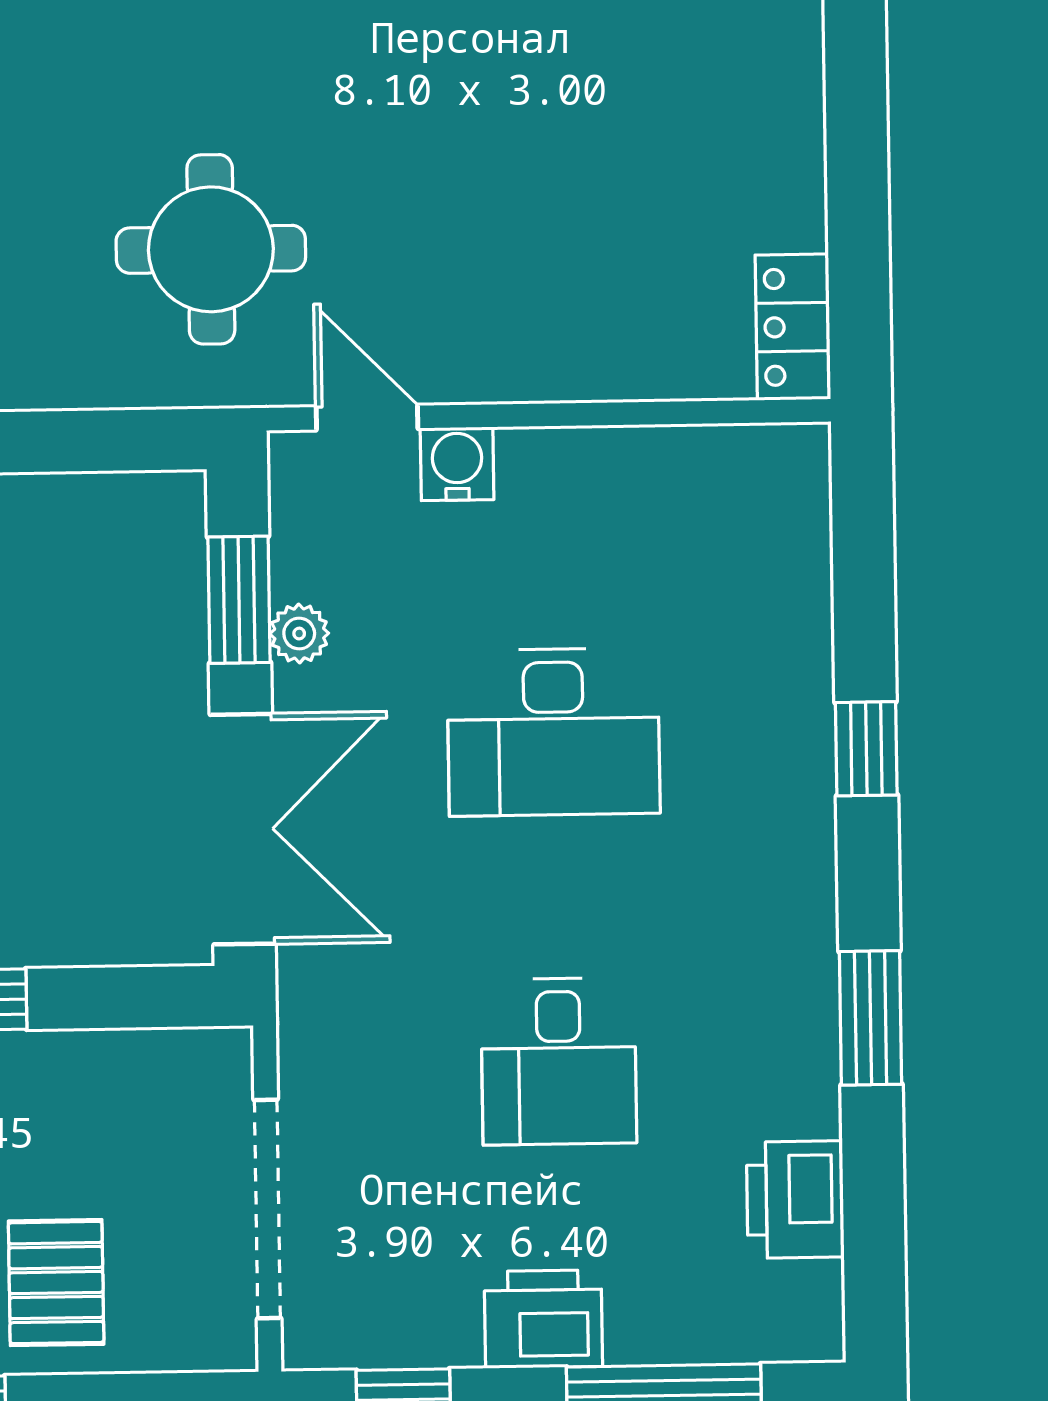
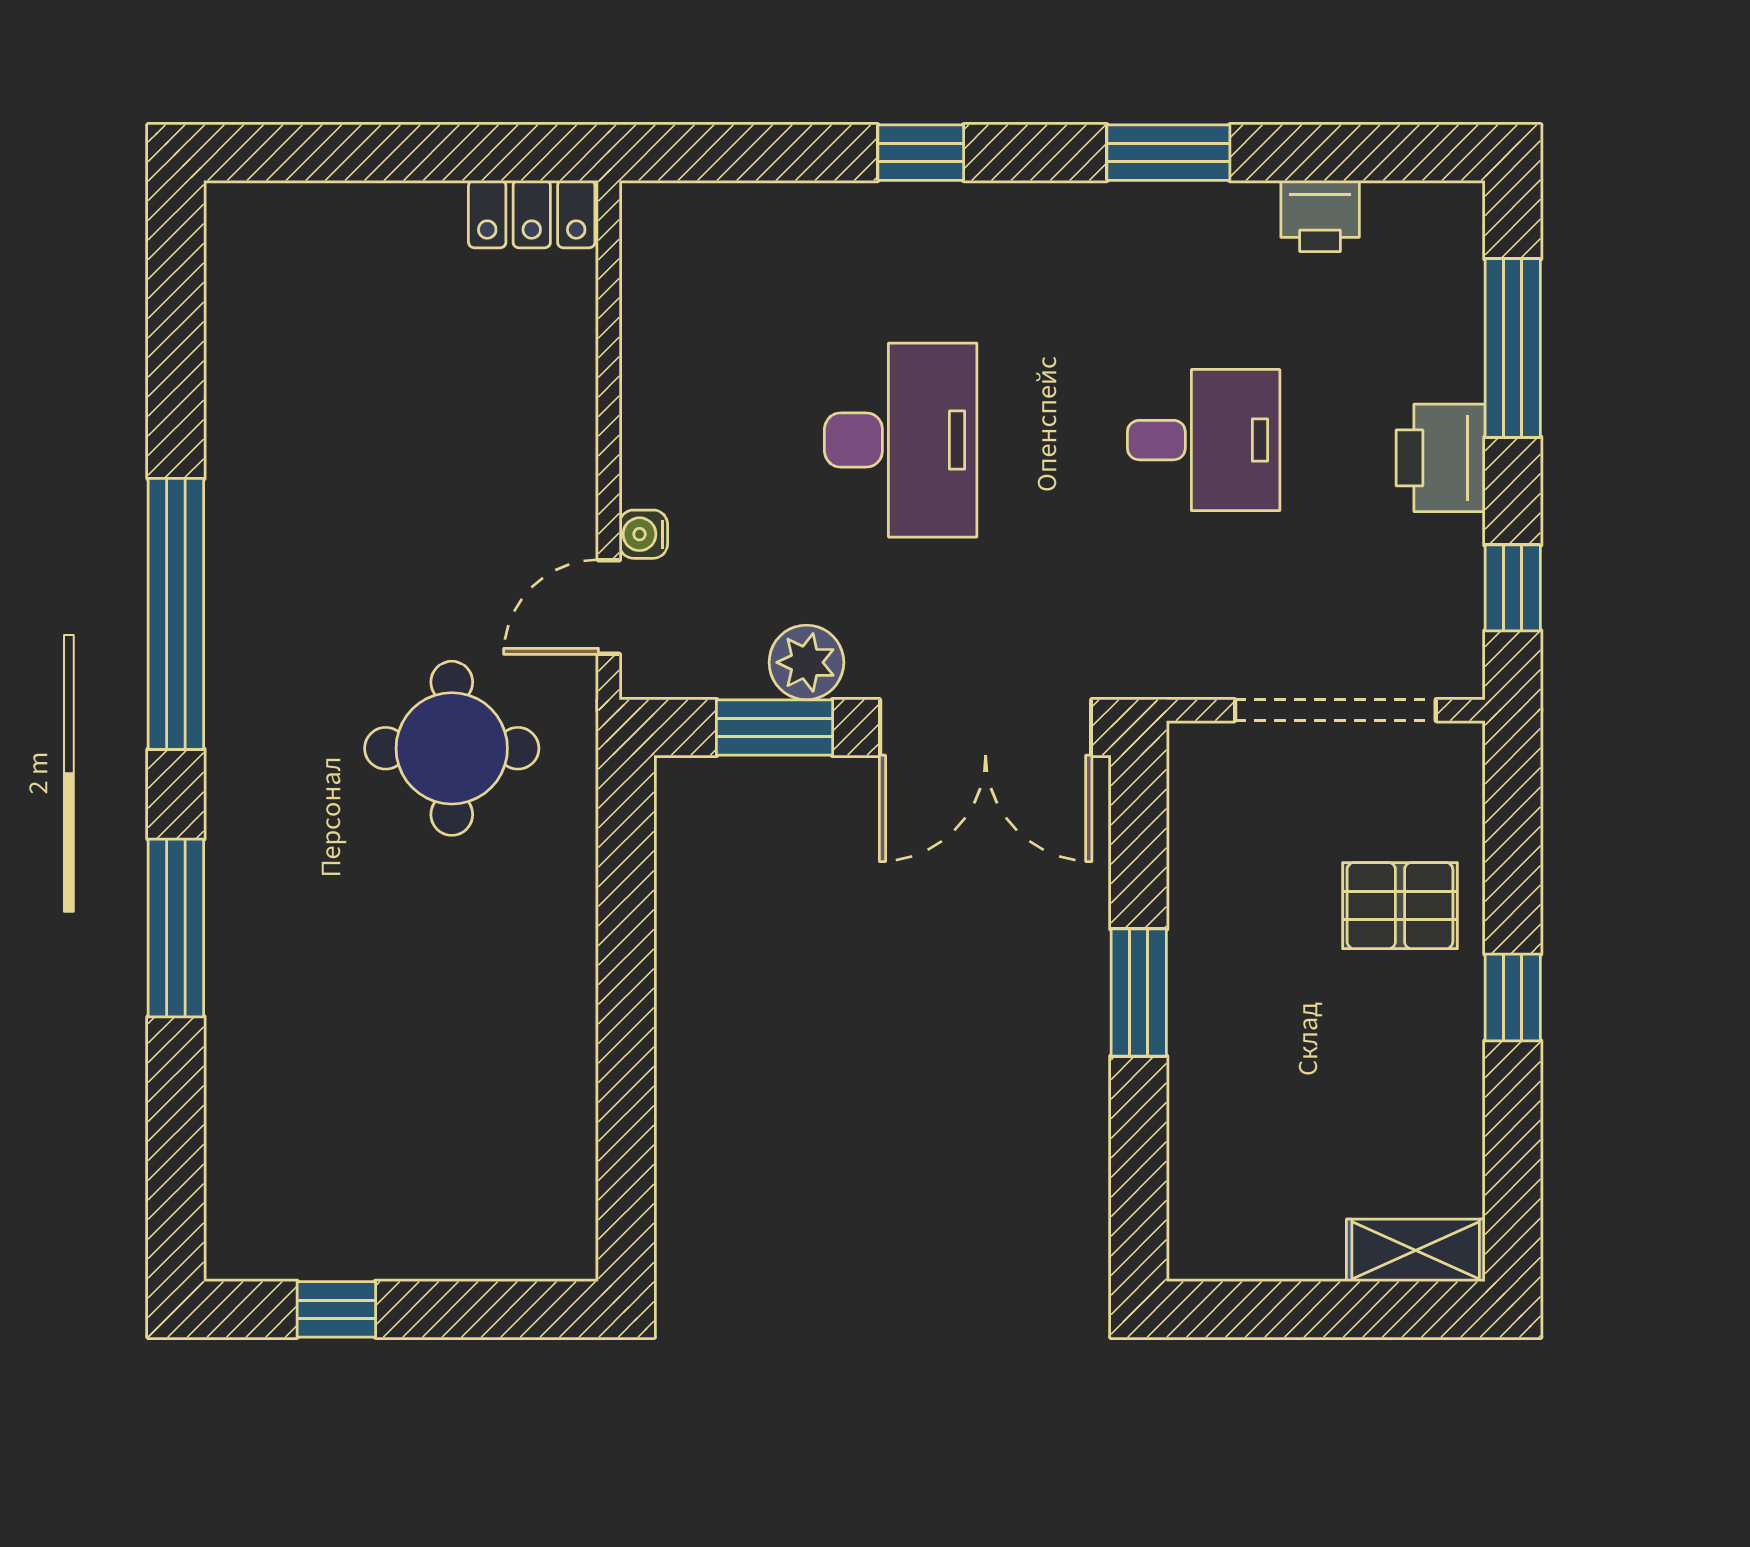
water cooler: (457, 464) -> (643, 534), width x0.72, depth x0.72
plant: (299, 634) -> (806, 662), width x1.38, depth x1.38
double door: (243, 829) -> (986, 727), swing flipped
printer: (795, 1200) -> (1320, 216), width x0.73, depth x0.81

